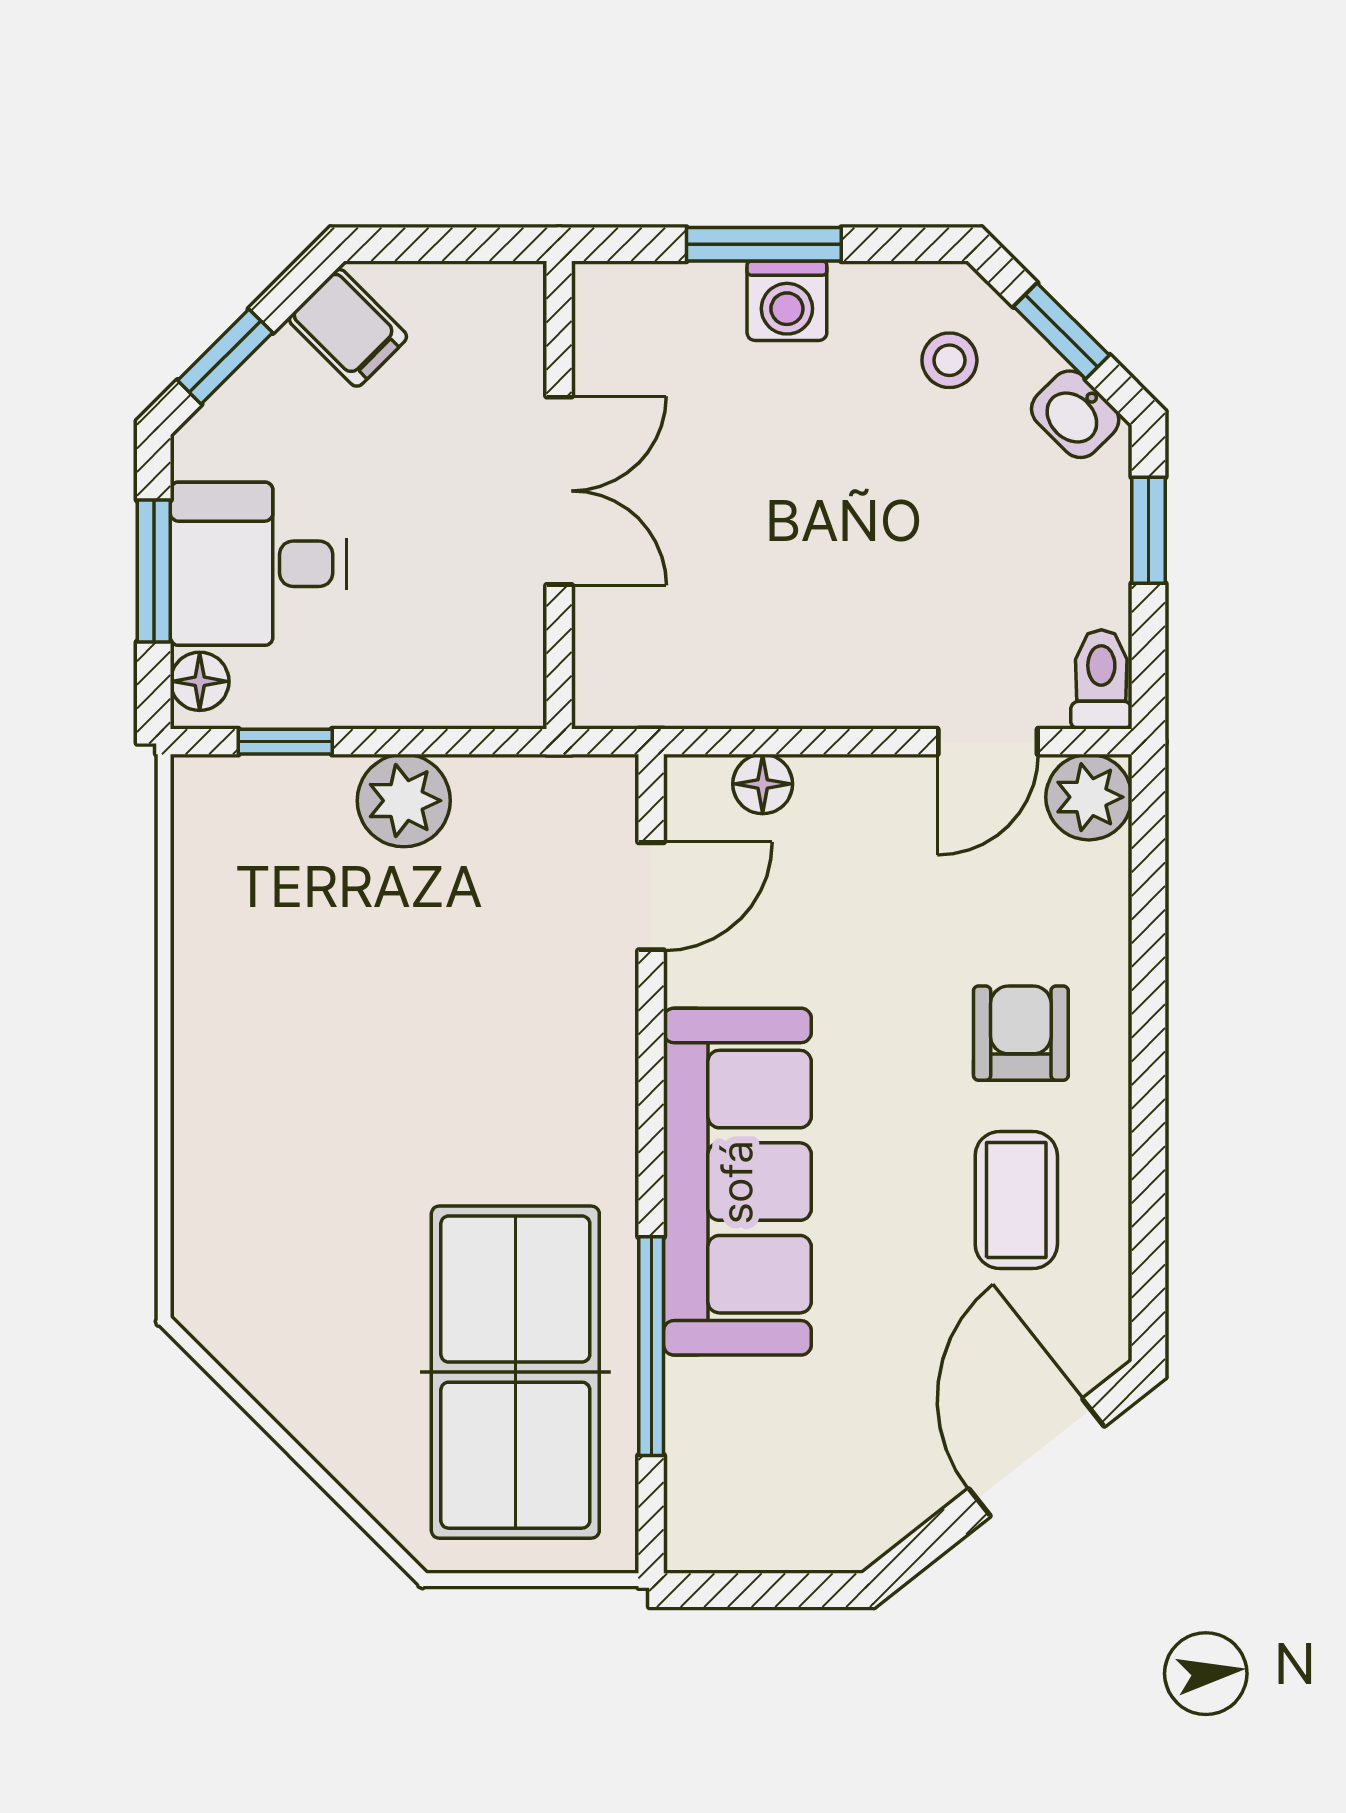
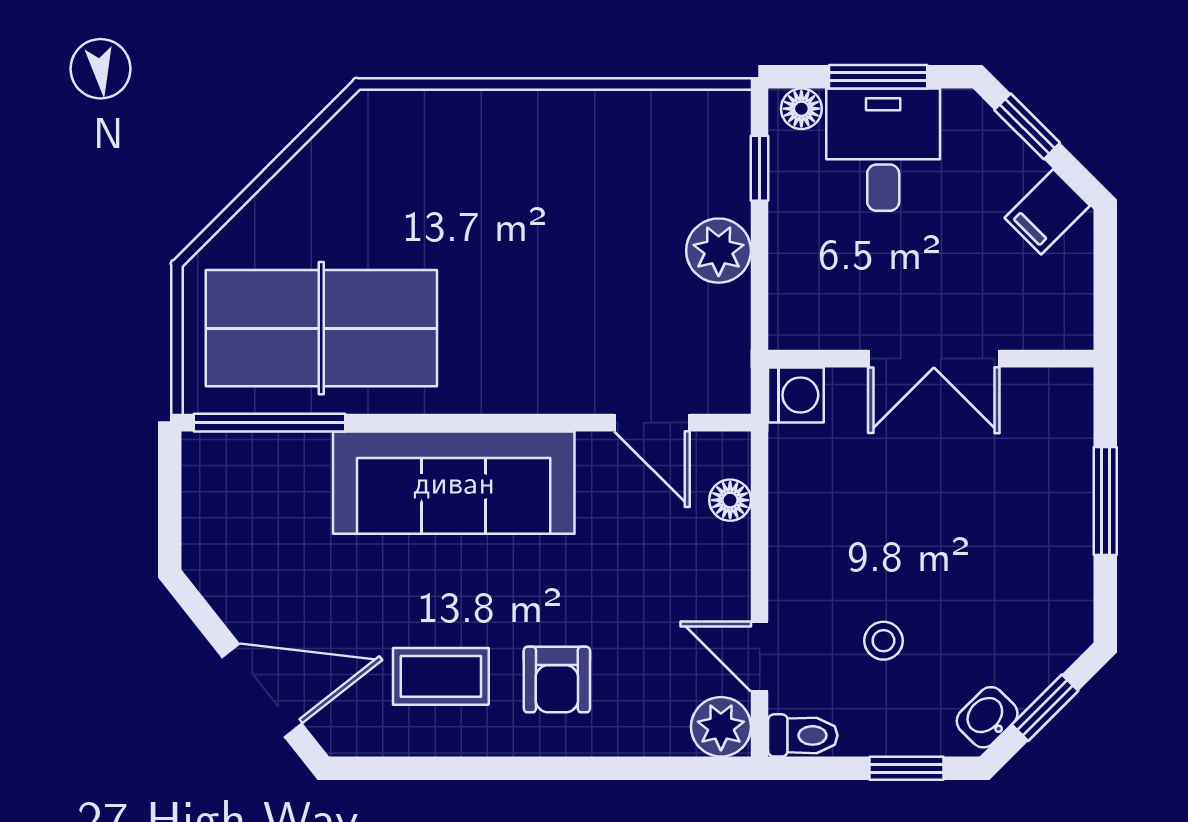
washing machine: (787, 301) -> (796, 395), moved, turned 180
stool: (949, 360) -> (883, 641), moved
armchair: (1021, 1033) -> (557, 680), turned 90
window: (651, 1346) -> (269, 423), moved

